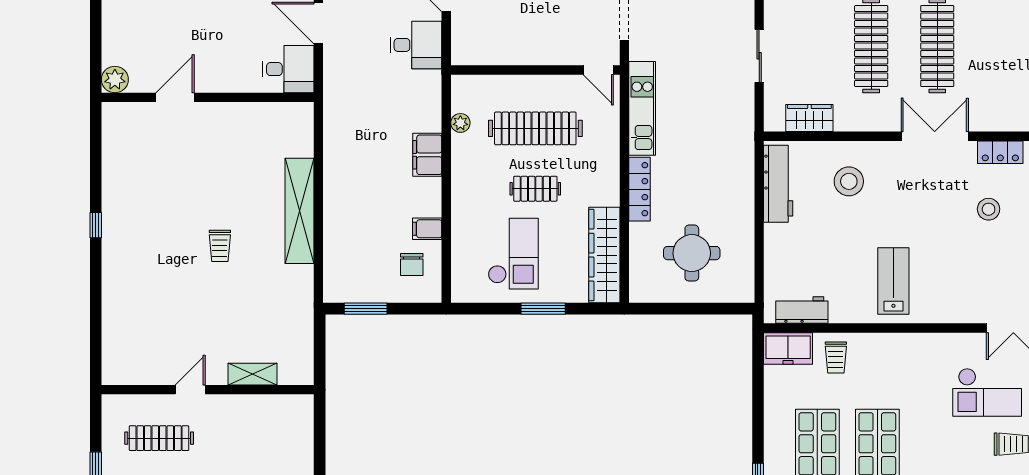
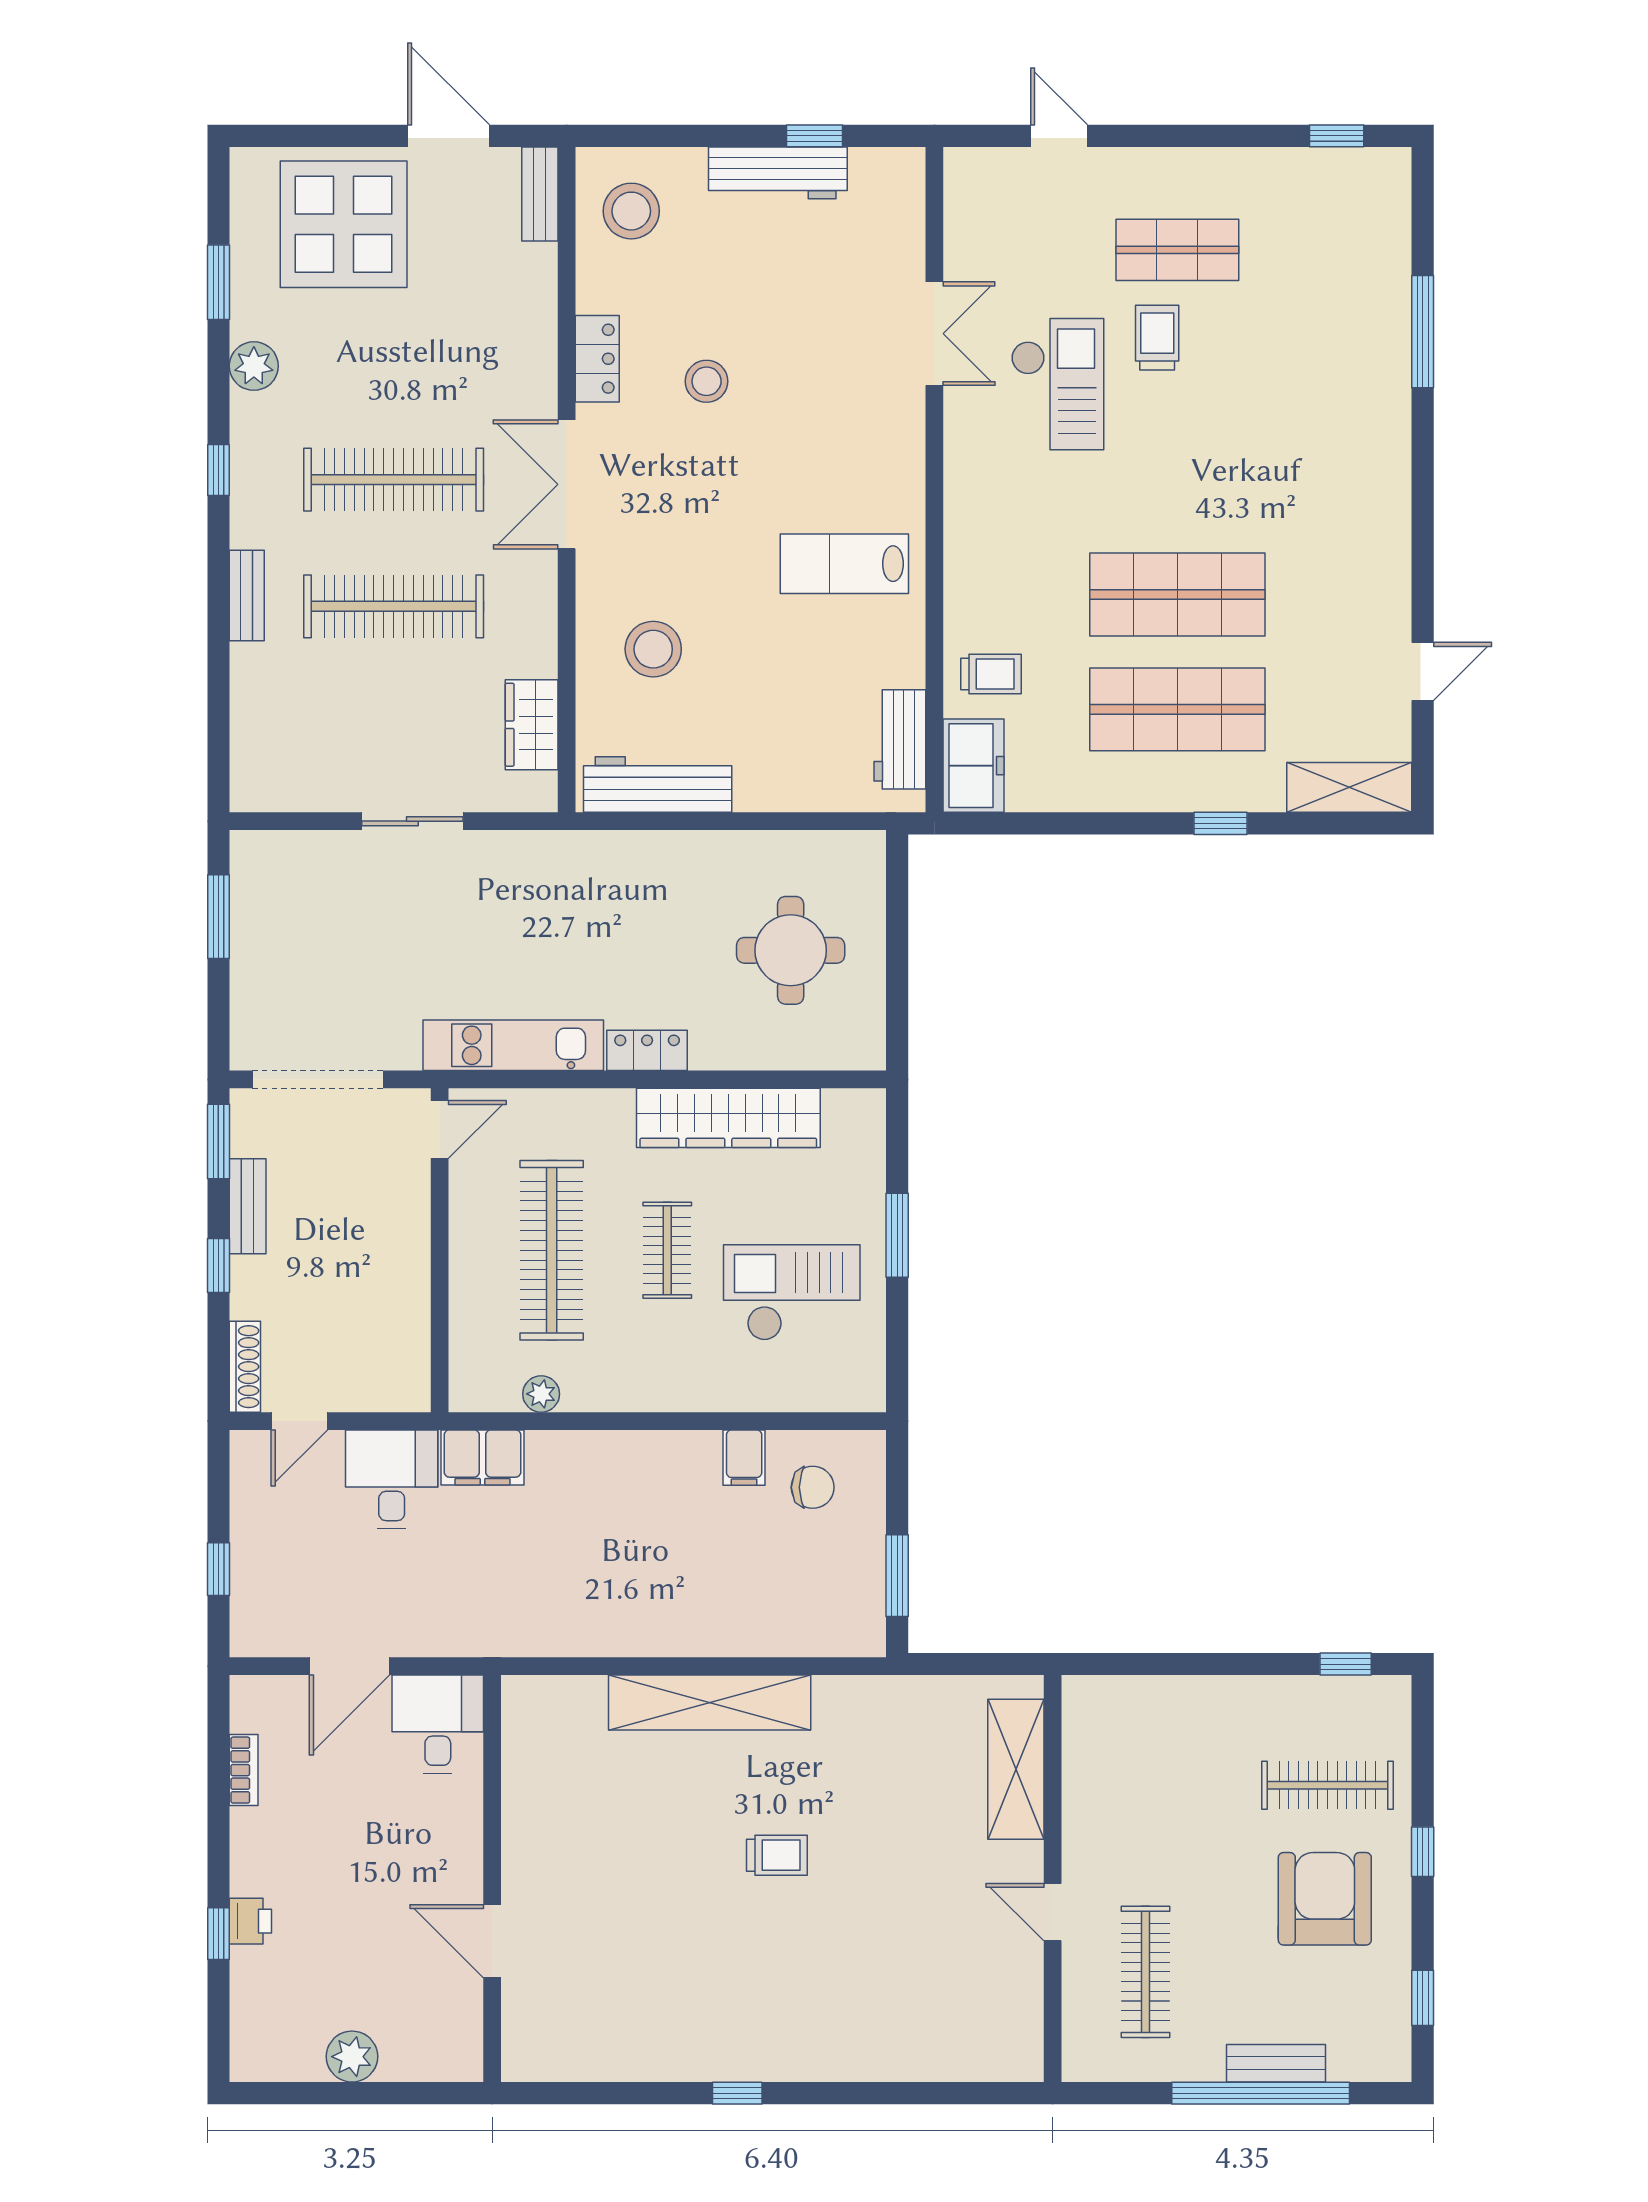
plant: (115, 79) -> (352, 2057), moved
filing cabinet: (427, 155) -> (482, 1457), moved
locker: (640, 189) -> (647, 1050), width x0.66
wardrobe: (604, 255) -> (728, 1118), moved
shelving: (253, 374) -> (1016, 1769), width x1.50, depth x1.33

